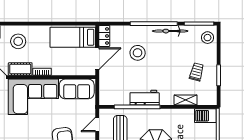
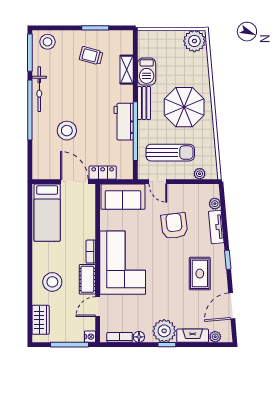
locker: (104, 36) -> (103, 173), moved
sofa: (77, 89) -> (123, 197), moved, turned 90
bench: (159, 114) -> (144, 103), added
barbecue: (205, 116) -> (147, 72), moved

